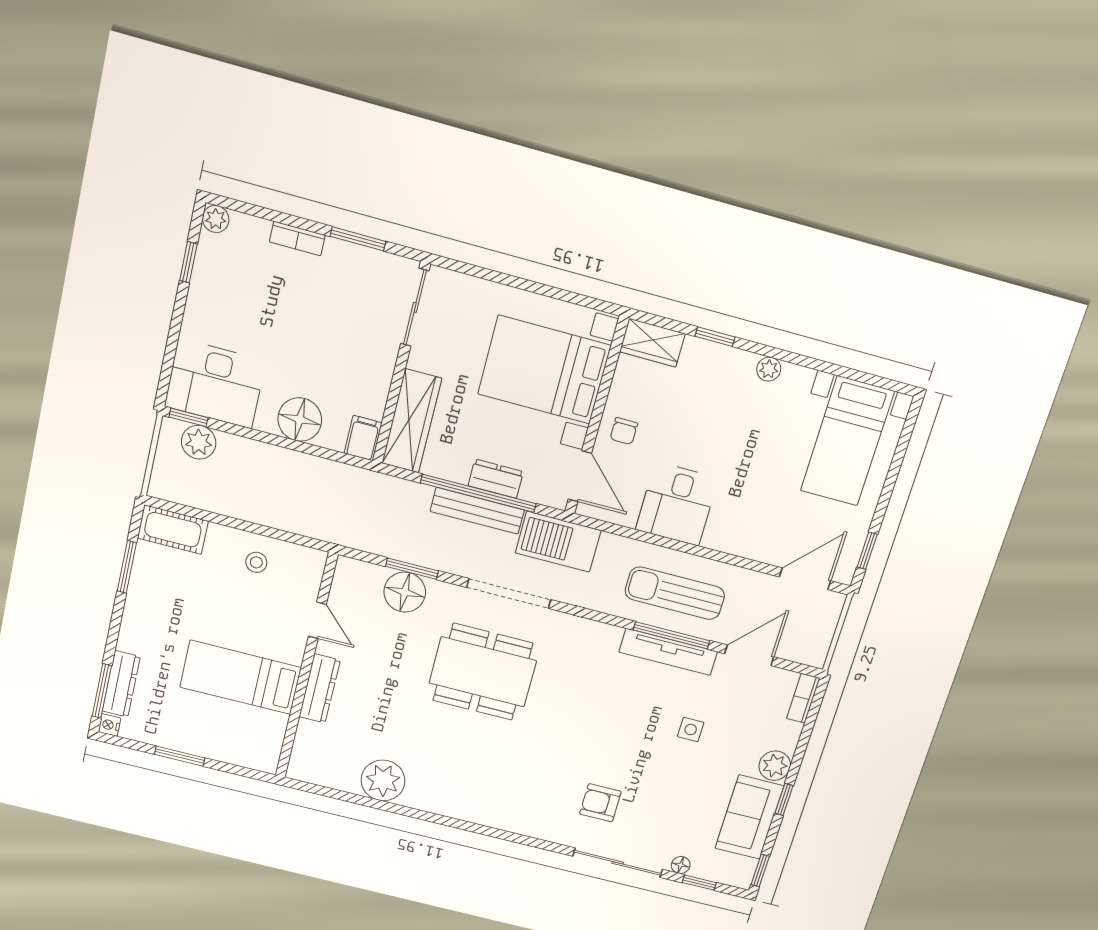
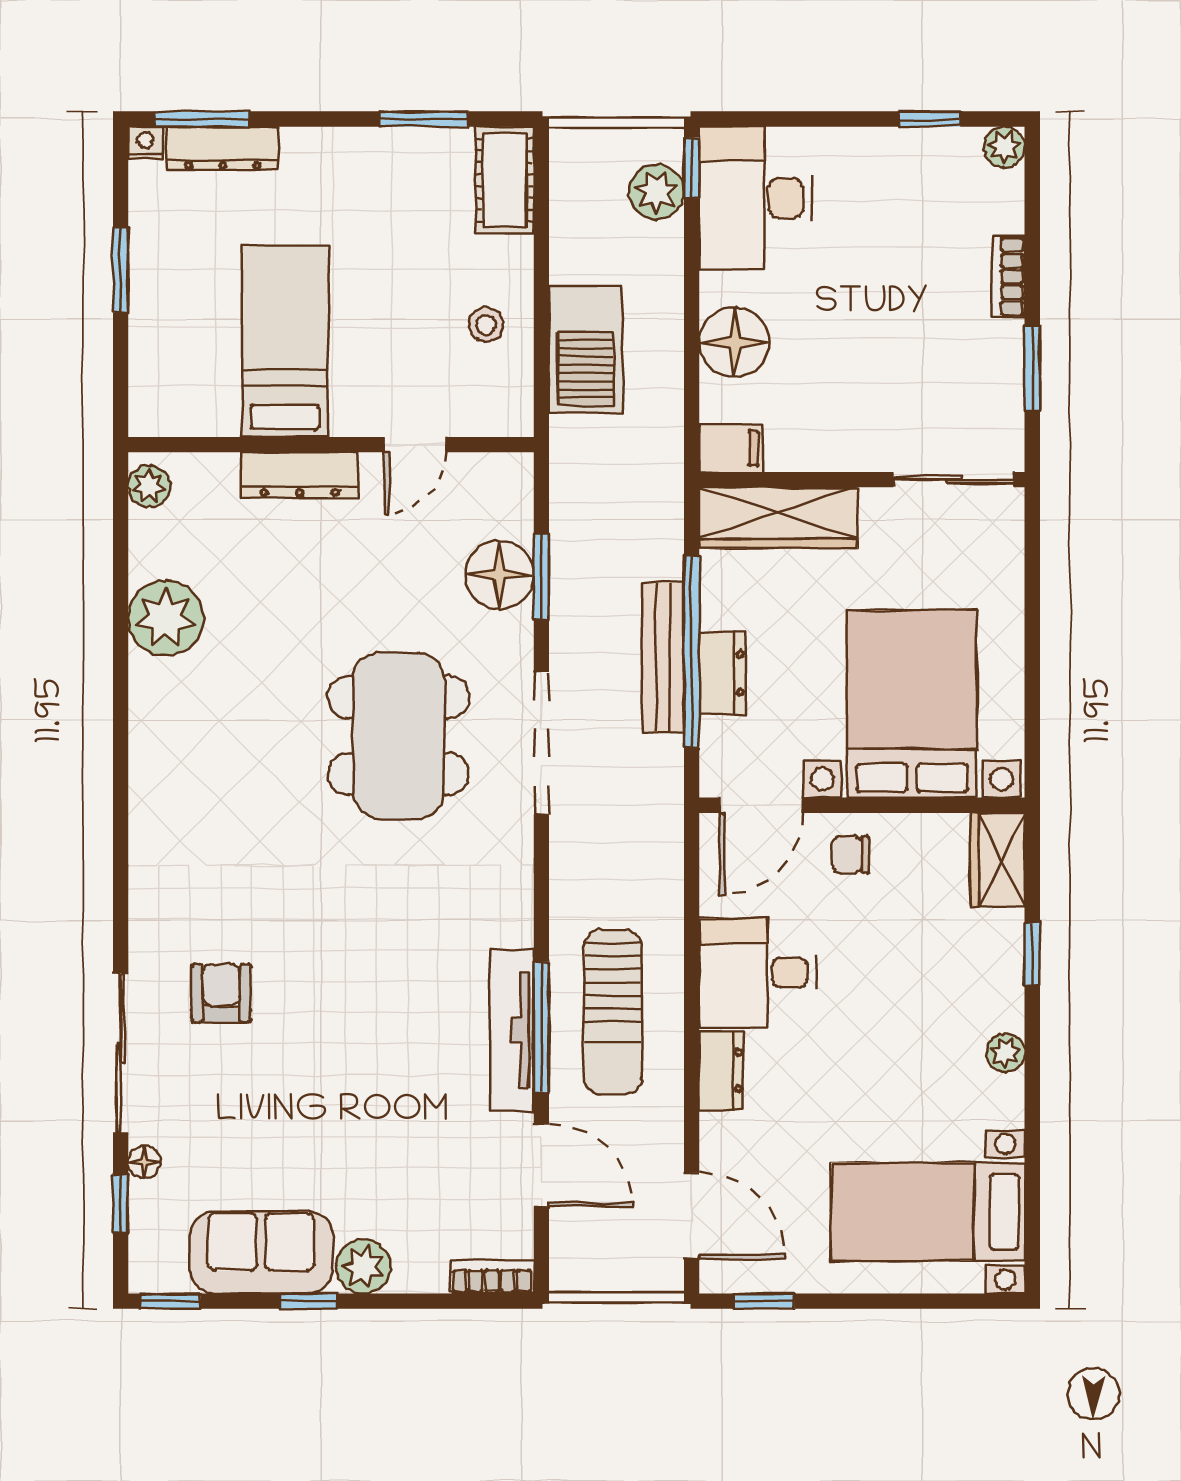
dresser: (727, 540) -> (721, 1071), added
barbecue: (558, 542) -> (586, 350), moved, turned 180
sun lounger: (675, 593) -> (613, 1012), turned 180
side table: (691, 730) -> (389, 1107), removed
plant: (306, 771) -> (149, 486), added

